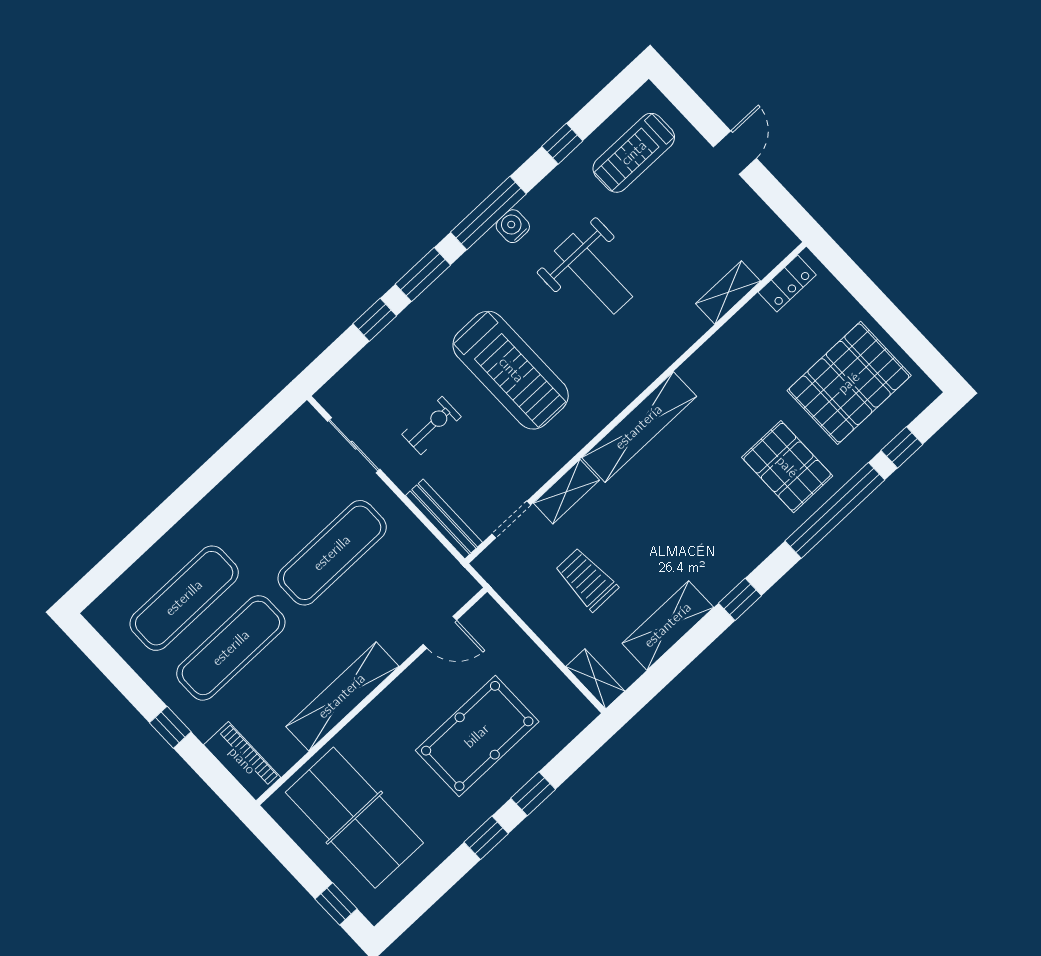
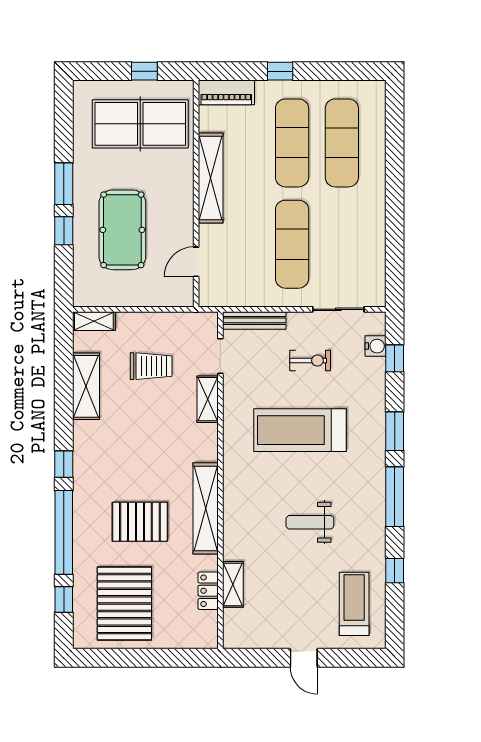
water cooler: (513, 226) -> (375, 346), moved
weight bench: (594, 274) -> (310, 522), width x0.73, depth x0.75
locker: (787, 283) -> (208, 591), moved
window: (375, 320) -> (395, 358), moved
exercise bike: (432, 425) -> (310, 361), turned -90
shelving: (639, 427) -> (206, 508), moved
pallet: (787, 467) -> (140, 522), moved
window: (740, 599) -> (64, 464), moved
window: (486, 838) -> (64, 184), width x1.50
window: (336, 904) -> (144, 71), moved

